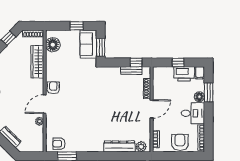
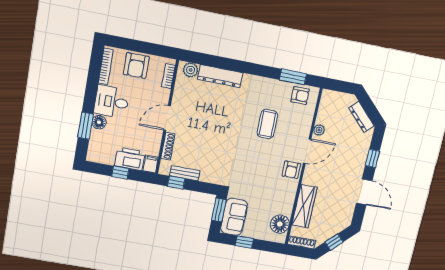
filing cabinet: (200, 73) -> (151, 164), moved
printer: (184, 74) -> (130, 159), moved
coffee table: (78, 118) -> (267, 124), added

